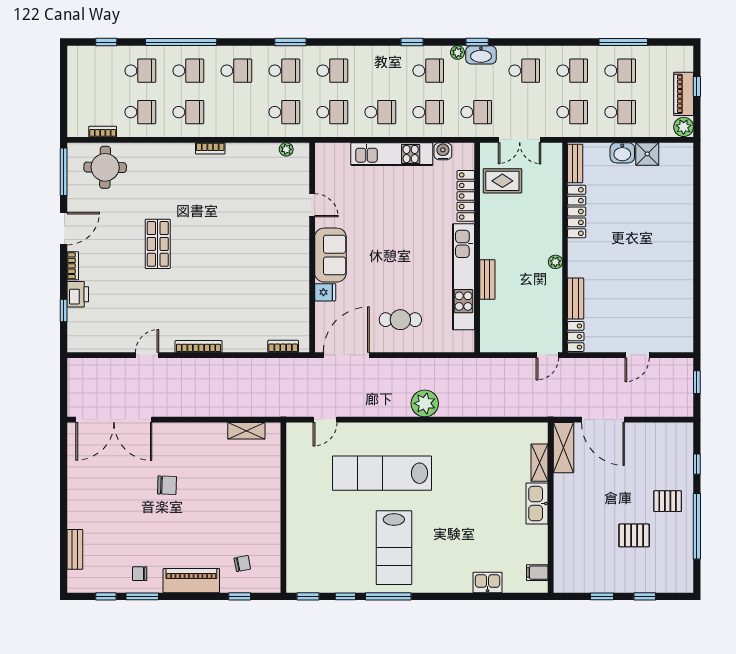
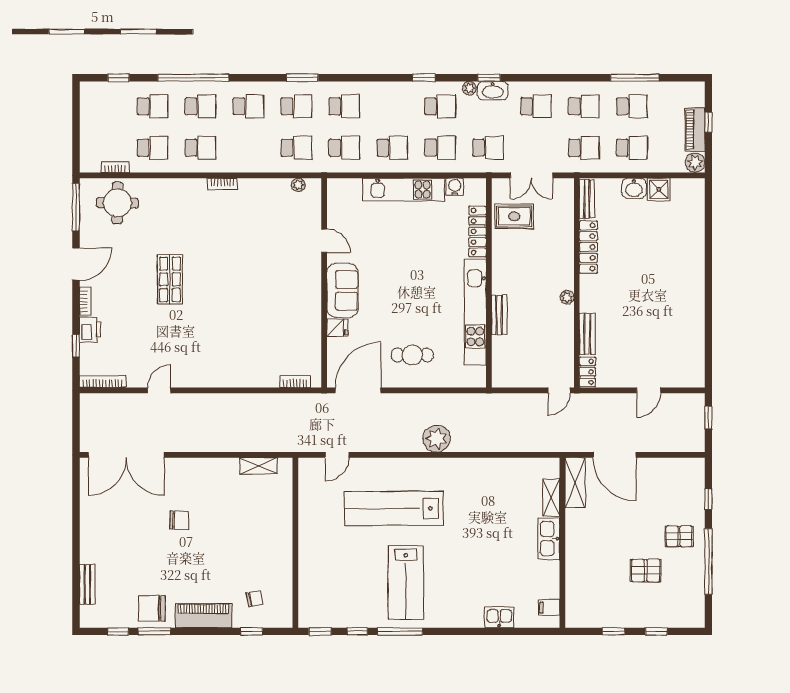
bookcase: (199, 346) -> (103, 382), moved
chair: (140, 574) -> (152, 609), width x1.87, depth x1.87

